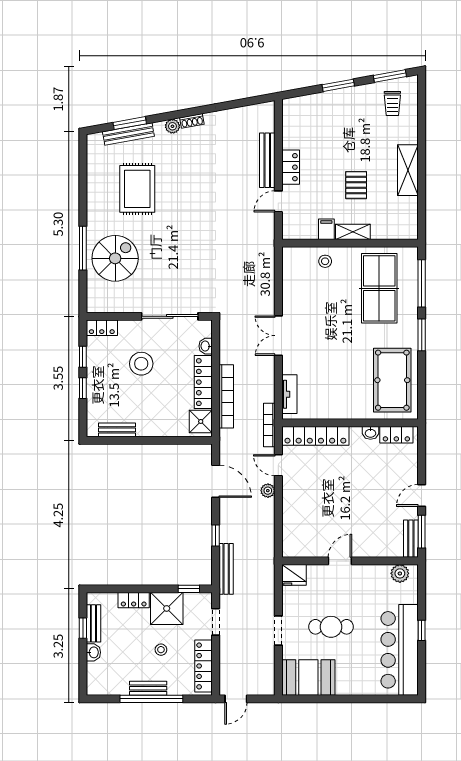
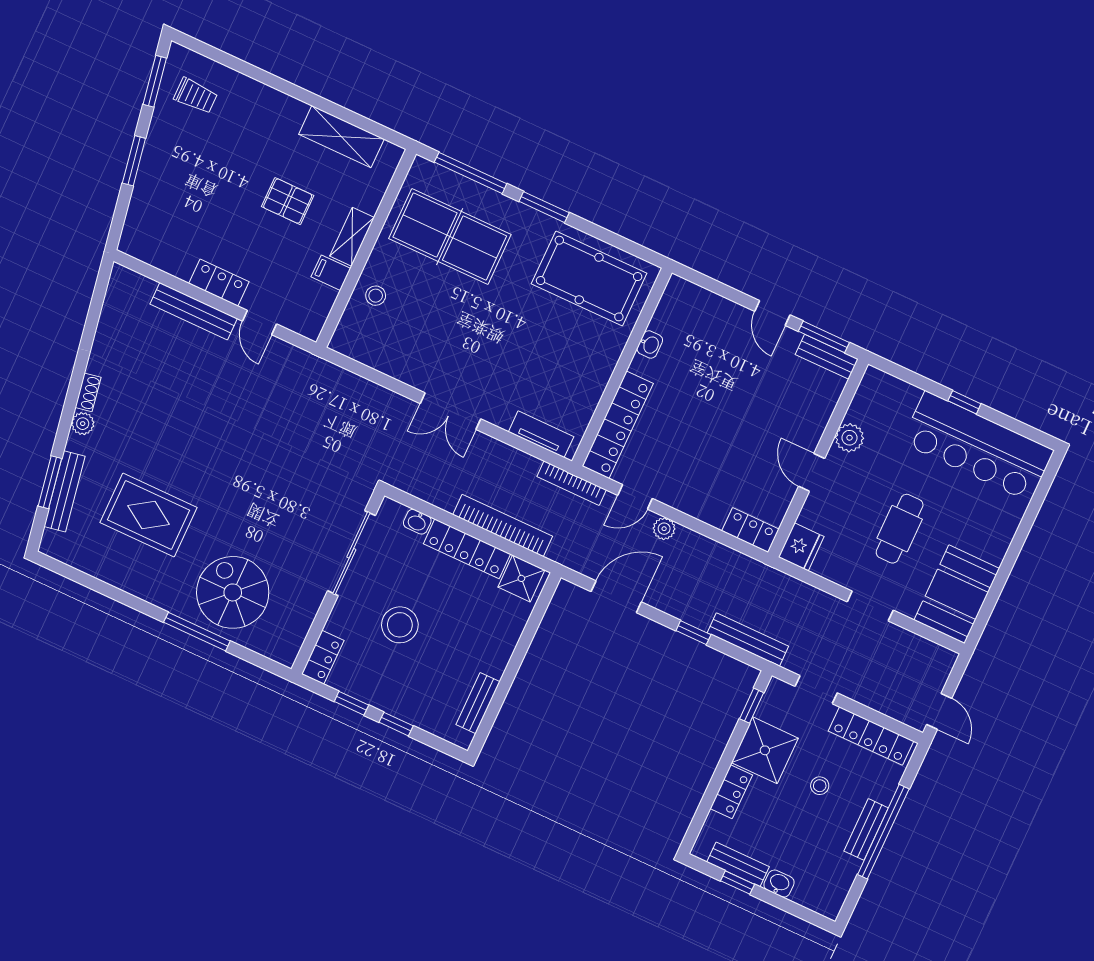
shelving: (408, 170) -> (341, 137), moved
locker: (396, 435) -> (750, 530), moved, turned -90
plant: (400, 573) -> (850, 438), moved

